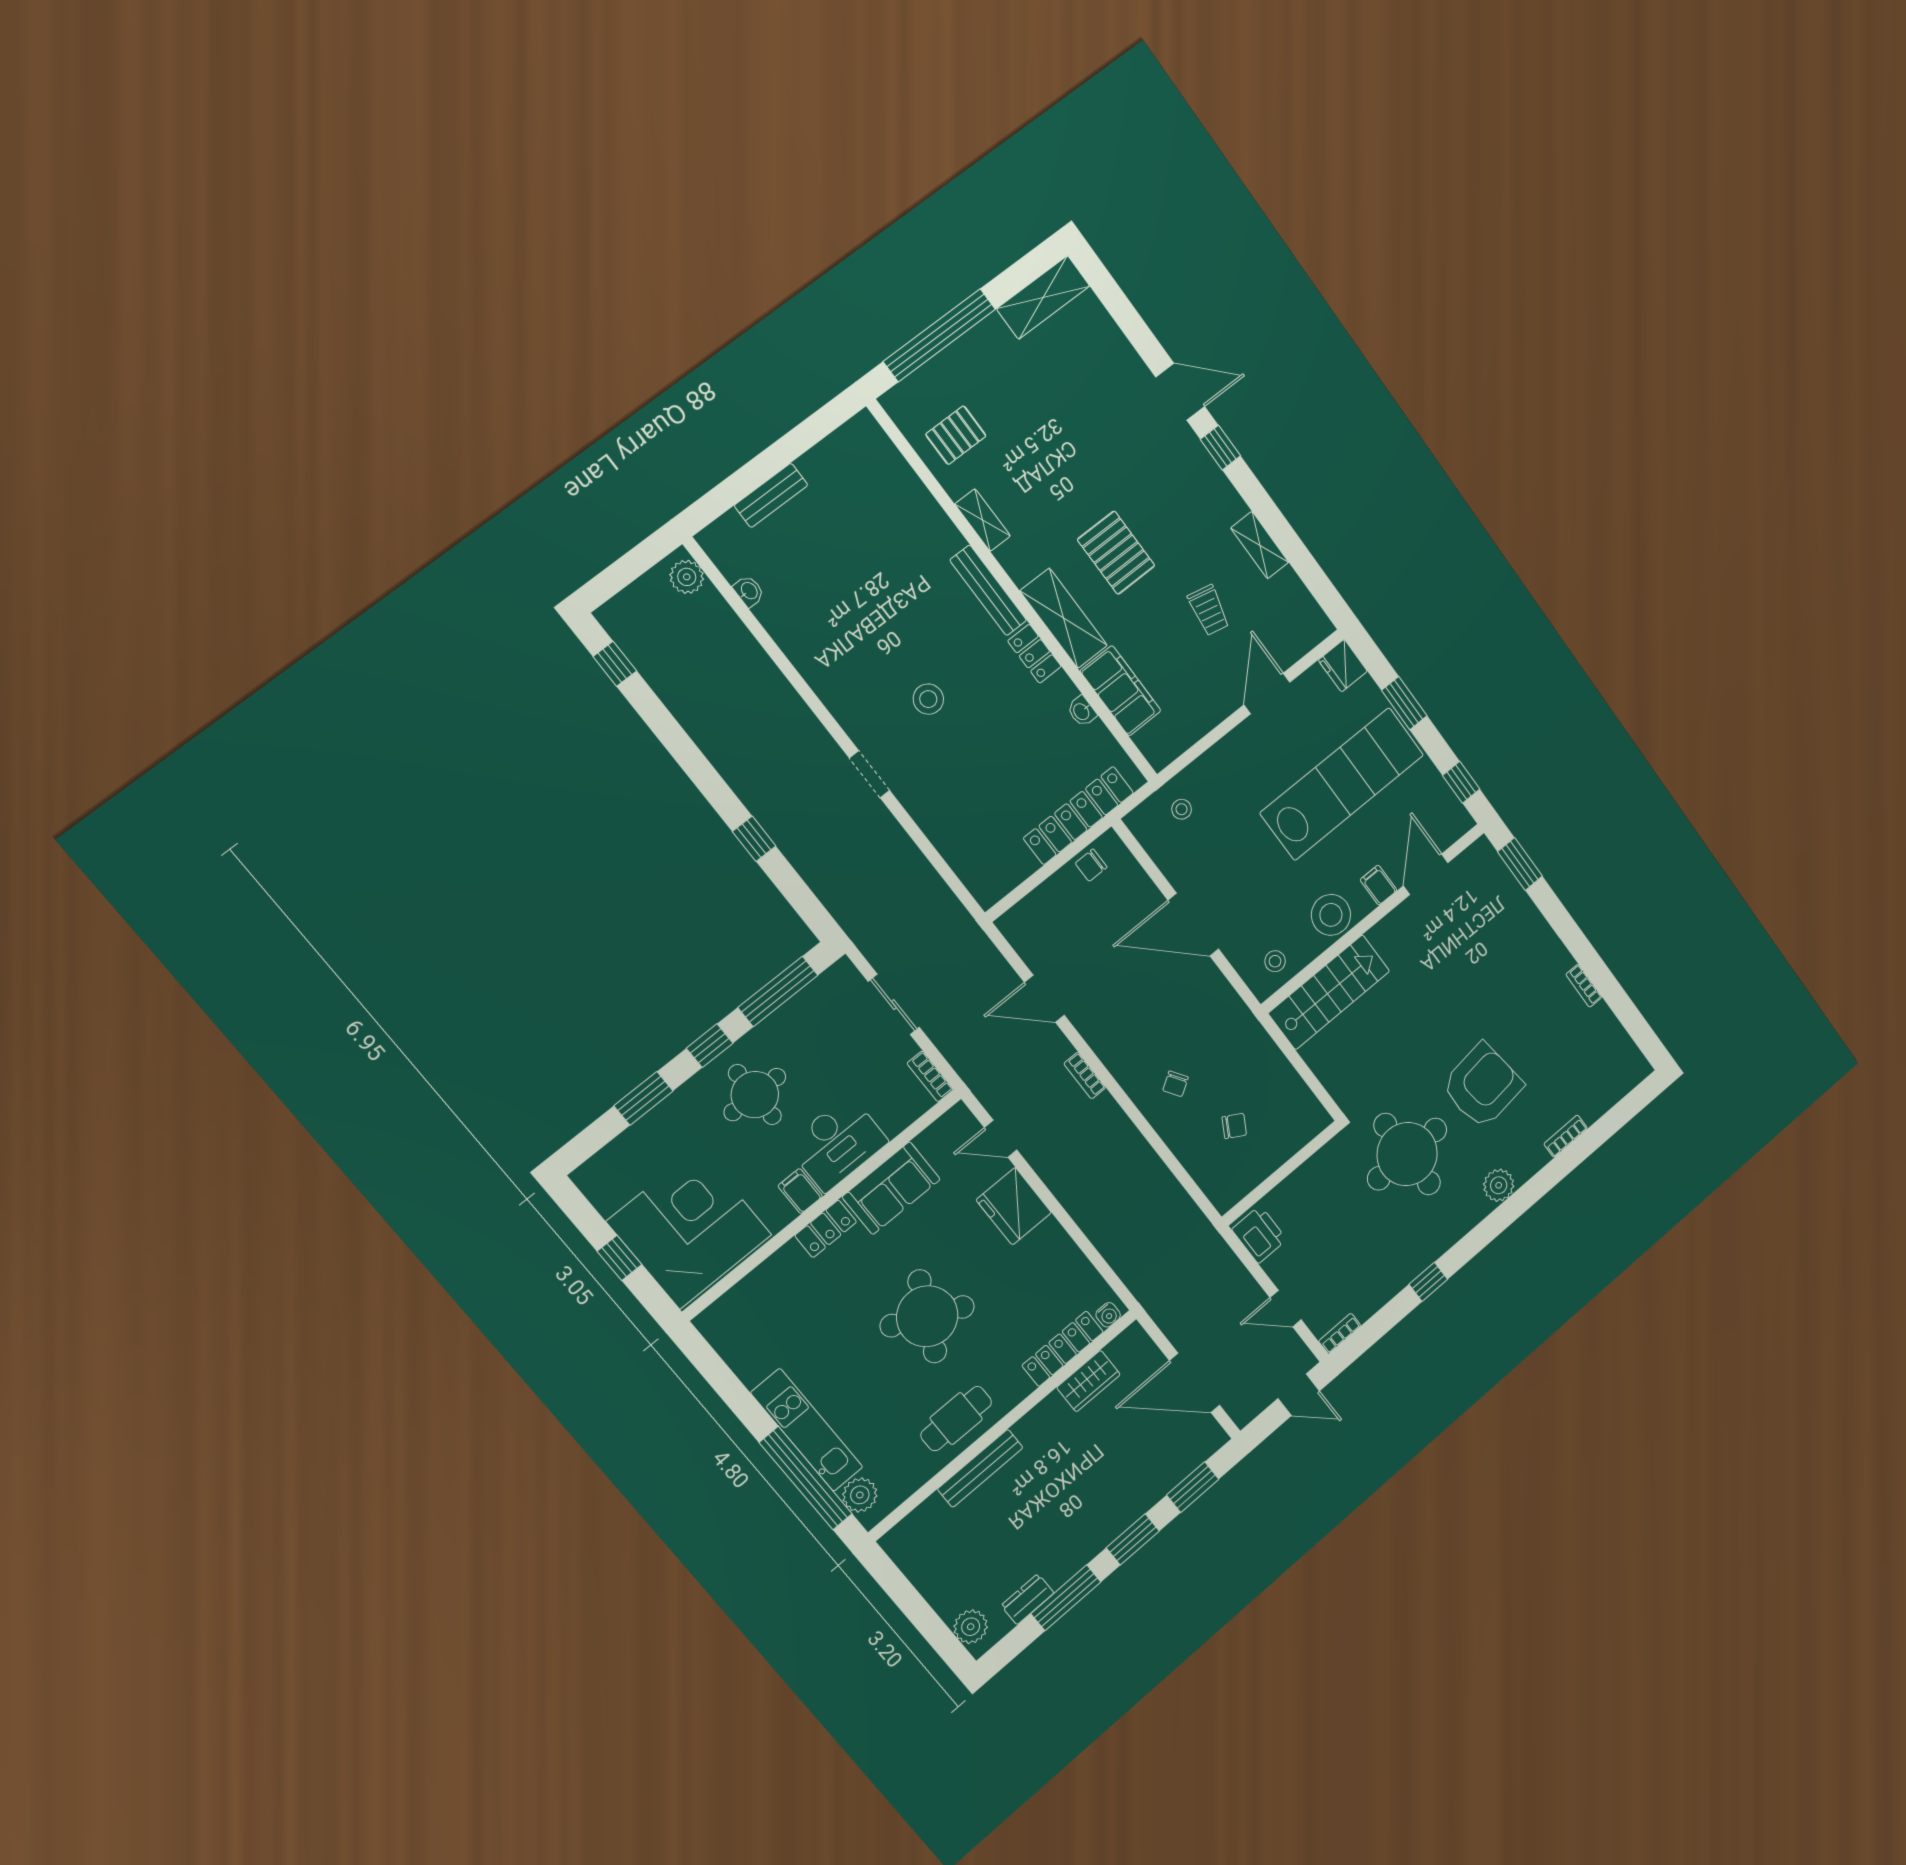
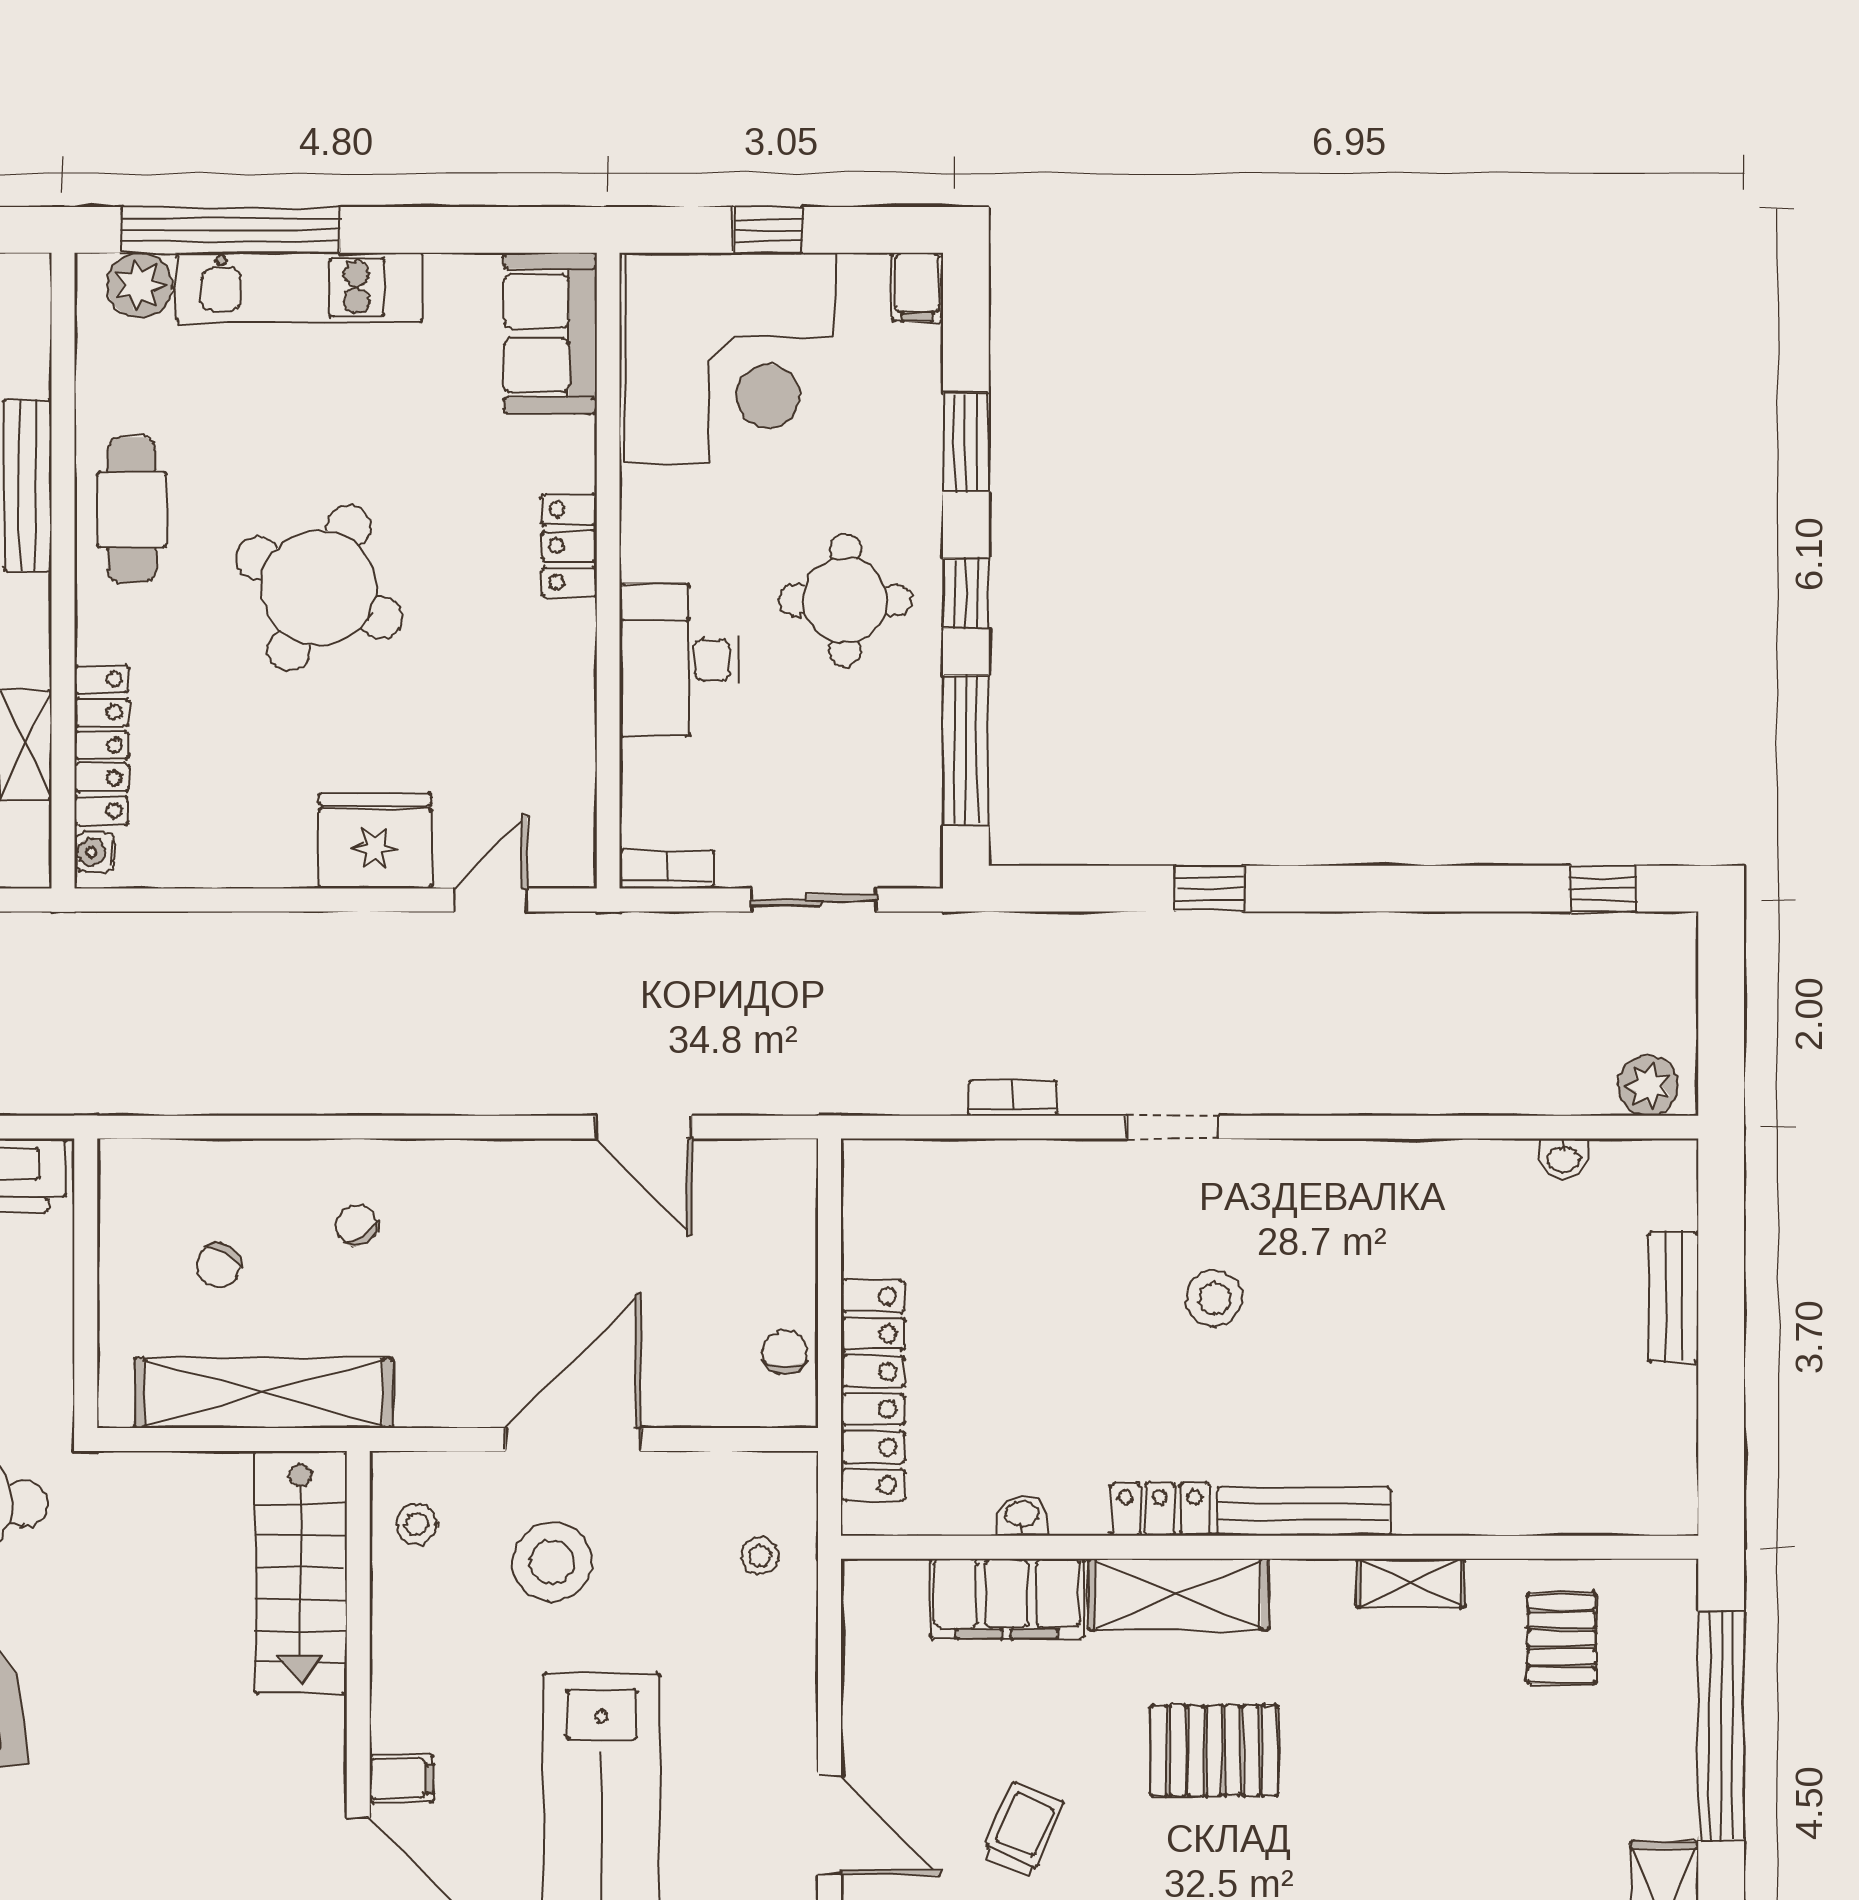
trolley: (1209, 610) -> (1023, 1829), turned 101
stool: (1331, 915) -> (552, 1562), moved
door: (1044, 999) -> (644, 1127), swing flipped
shelving: (1270, 1066) -> (264, 1393), added
bookcase: (1085, 1076) -> (1013, 1098), moved
sofa: (891, 1188) -> (550, 333), moved
filing cabinet: (800, 1191) -> (917, 287), moved, turned 90

